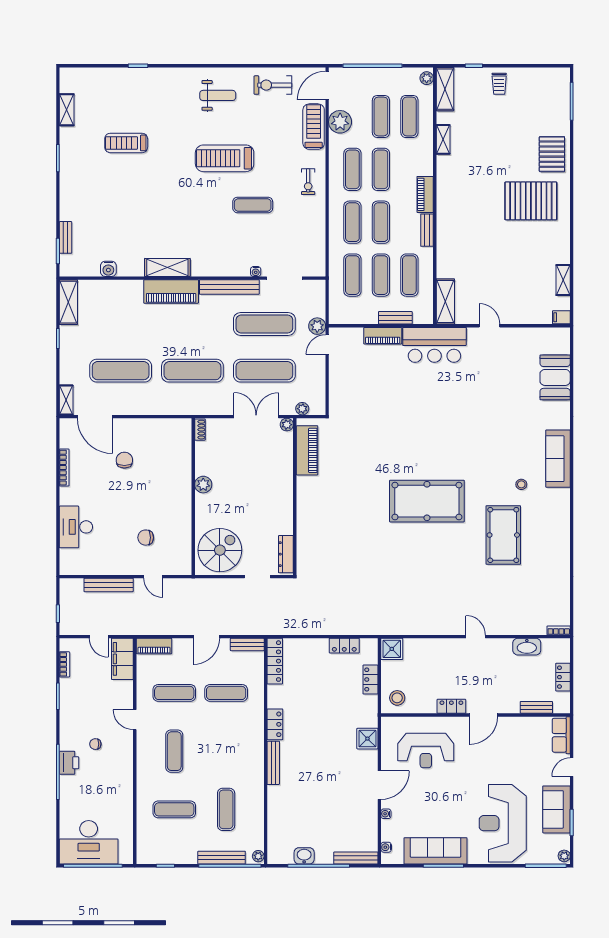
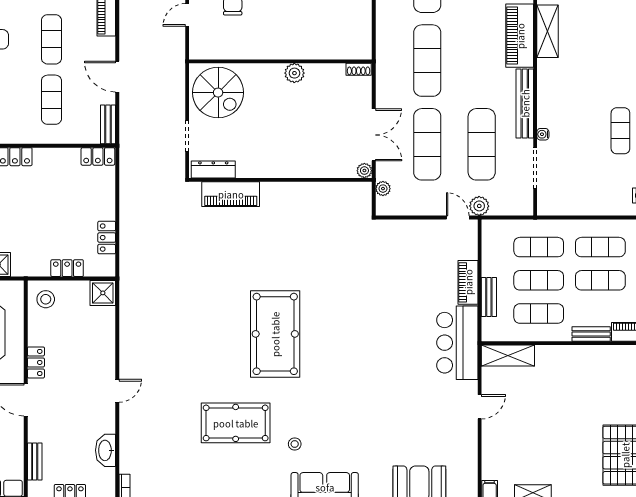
piano: (307, 450) -> (231, 194), moved
locker: (275, 661) -> (98, 156), width x0.66

